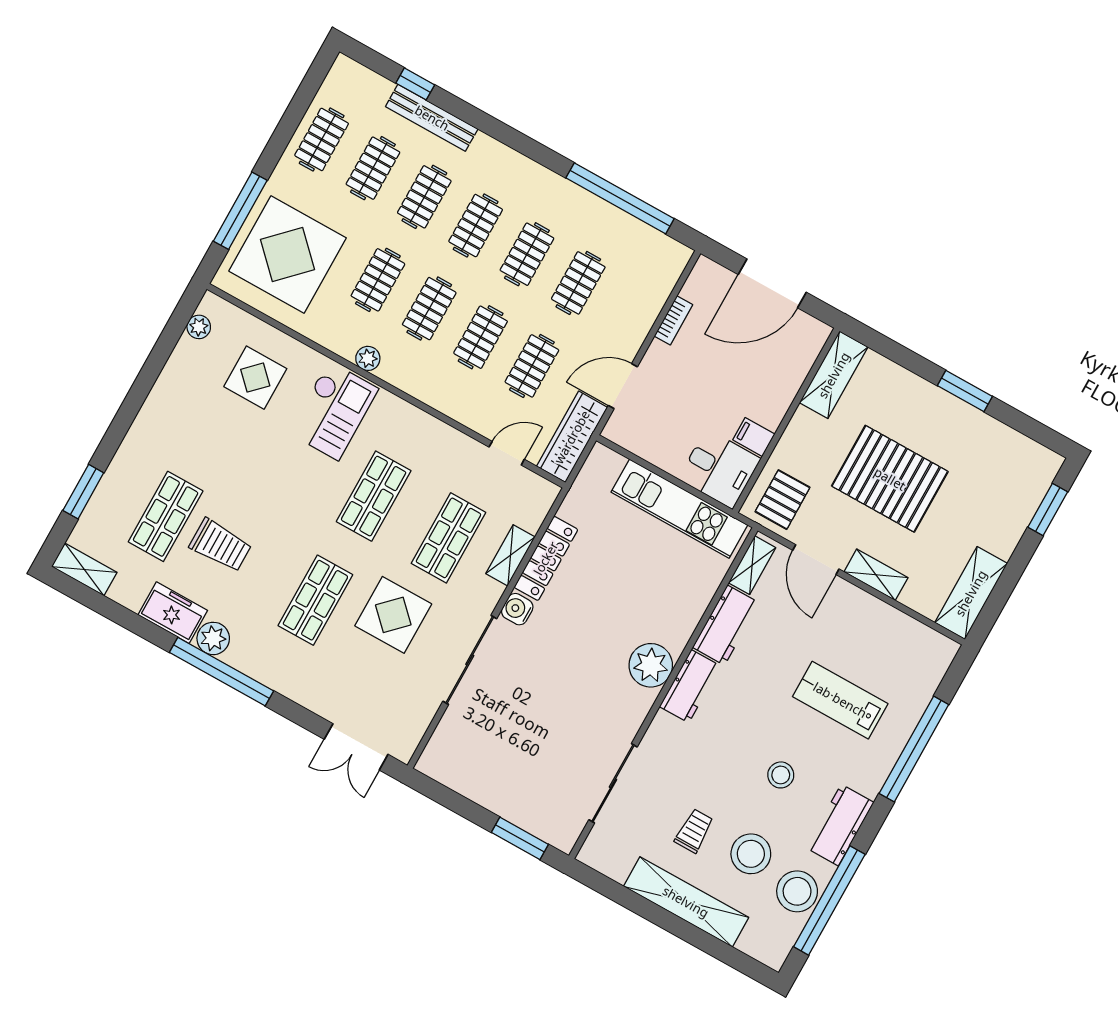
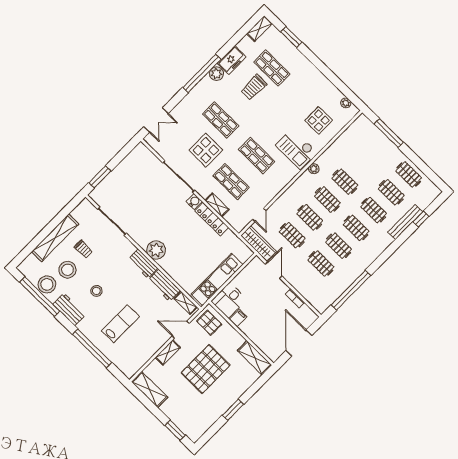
display table: (288, 254) -> (365, 148), removed
double door: (356, 747) -> (156, 120), swing flipped

